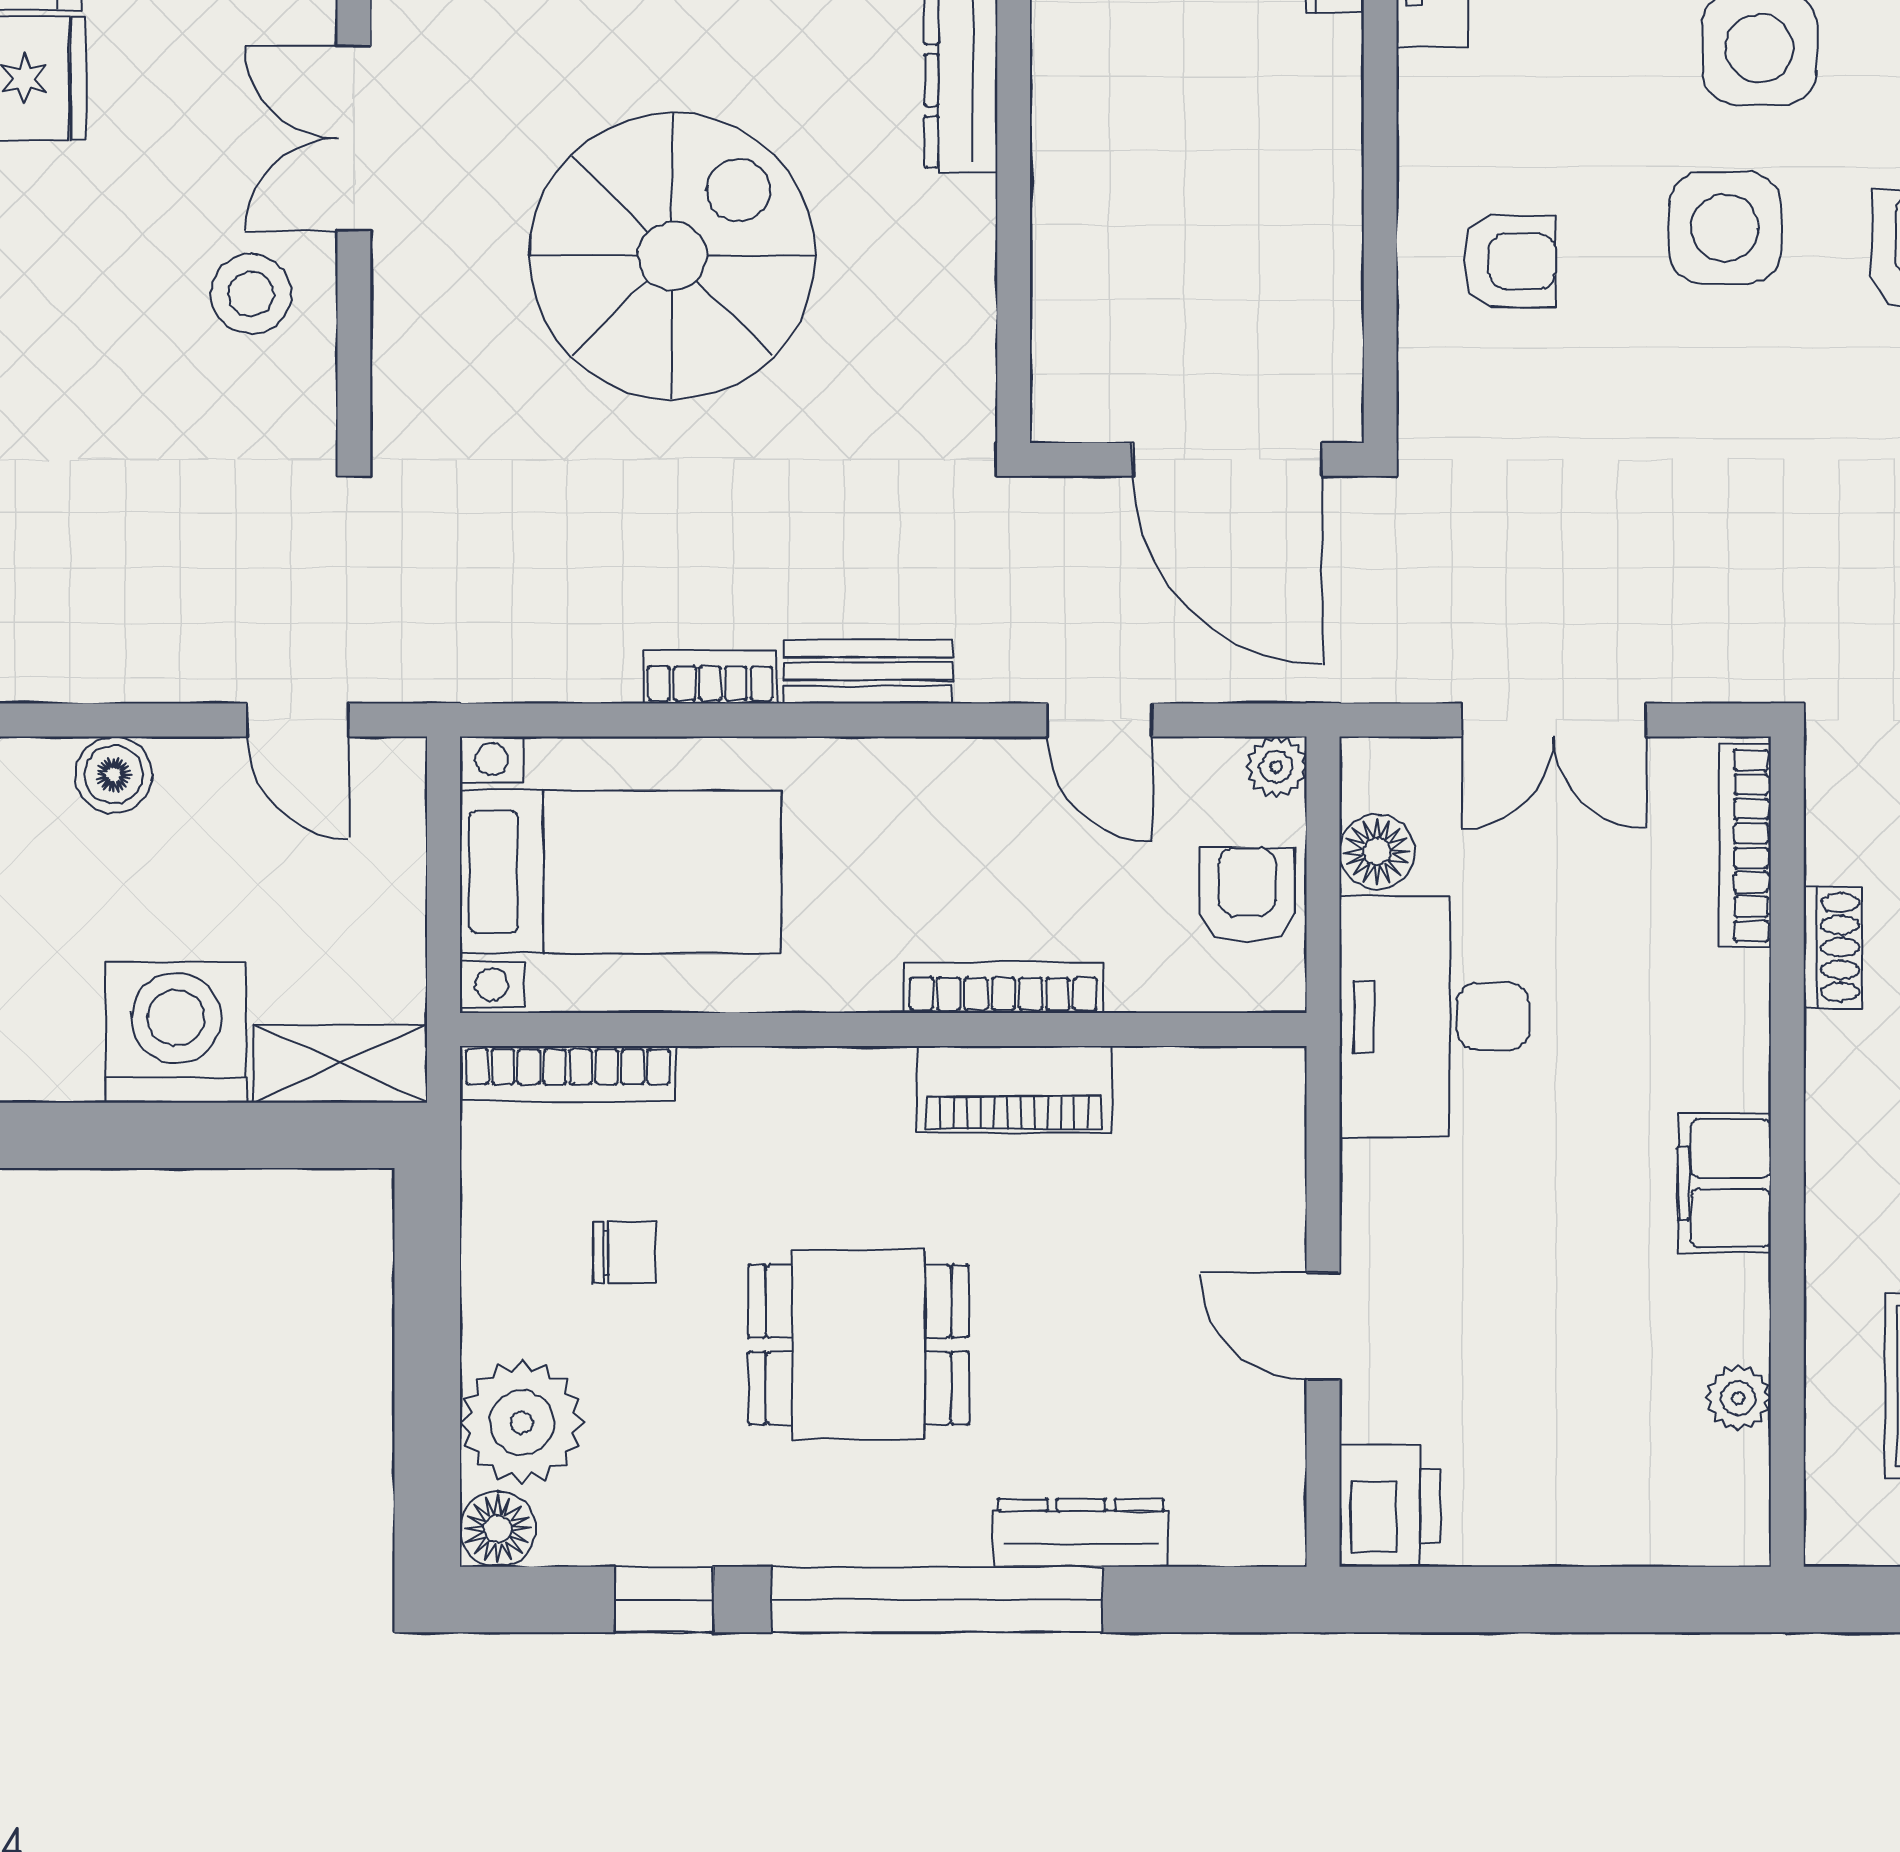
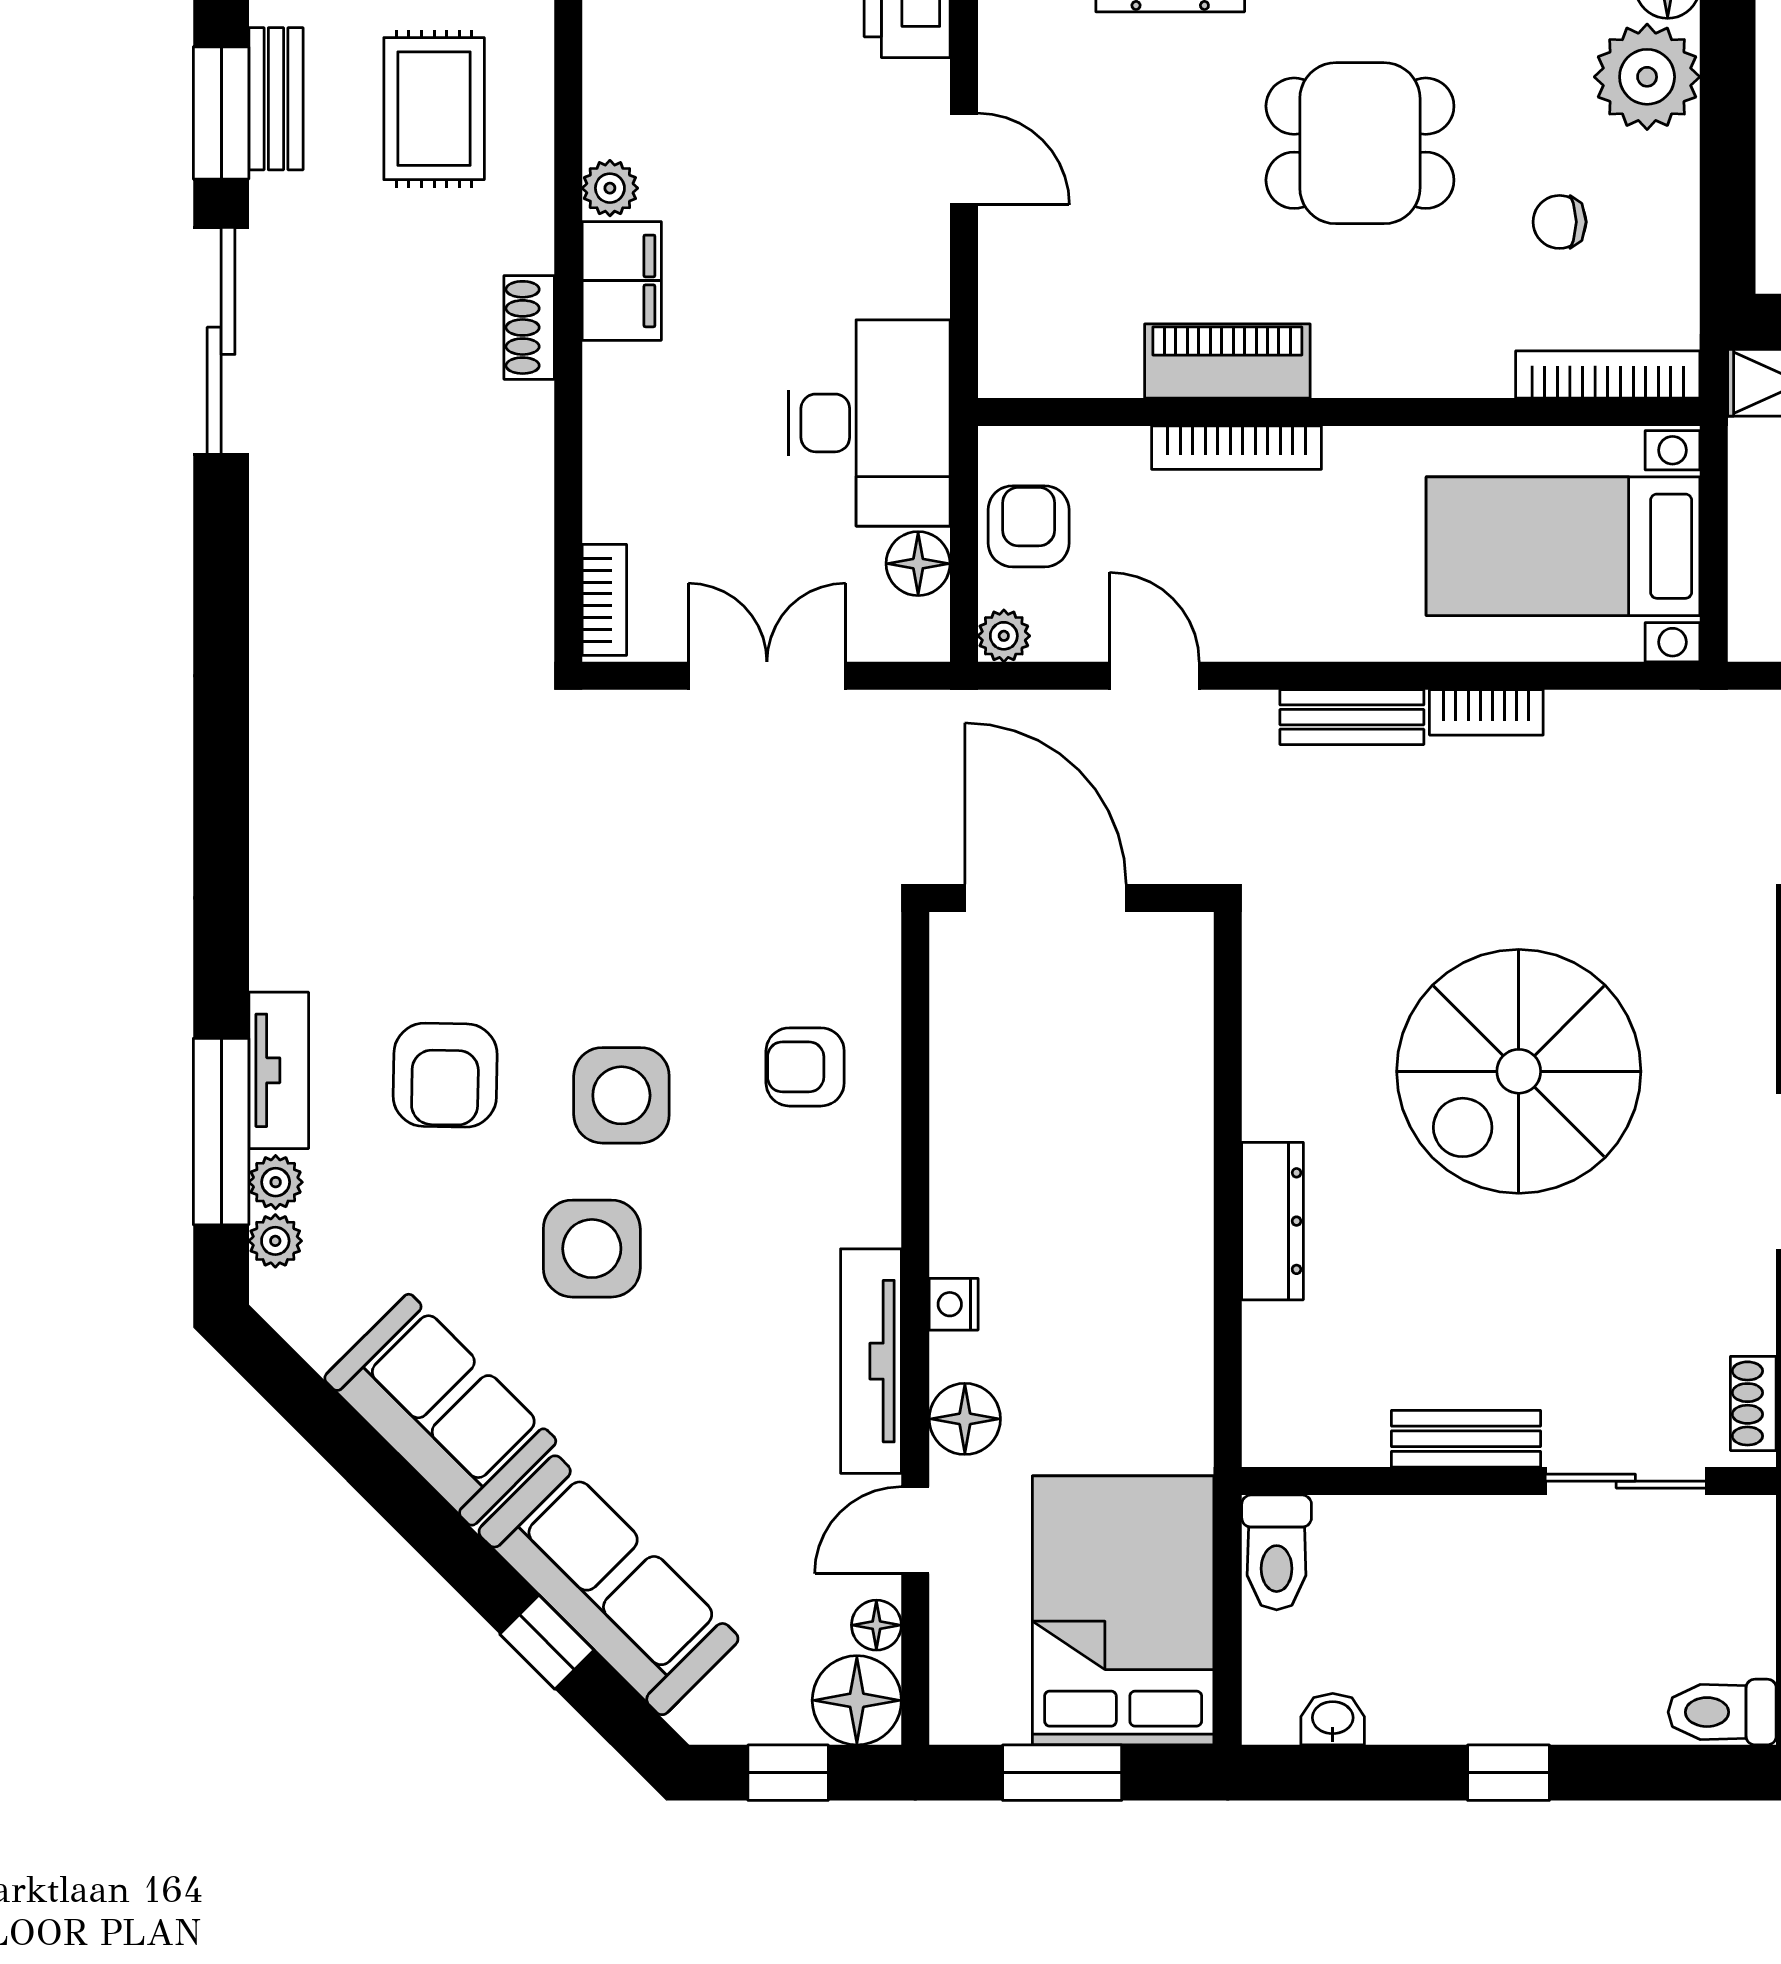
bookcase: (1745, 846) -> (604, 600), width x0.64
armchair: (1247, 895) -> (1029, 526), turned 180
shoe rack: (1833, 947) -> (529, 327), moved
plant: (1738, 1398) -> (610, 188), moved

